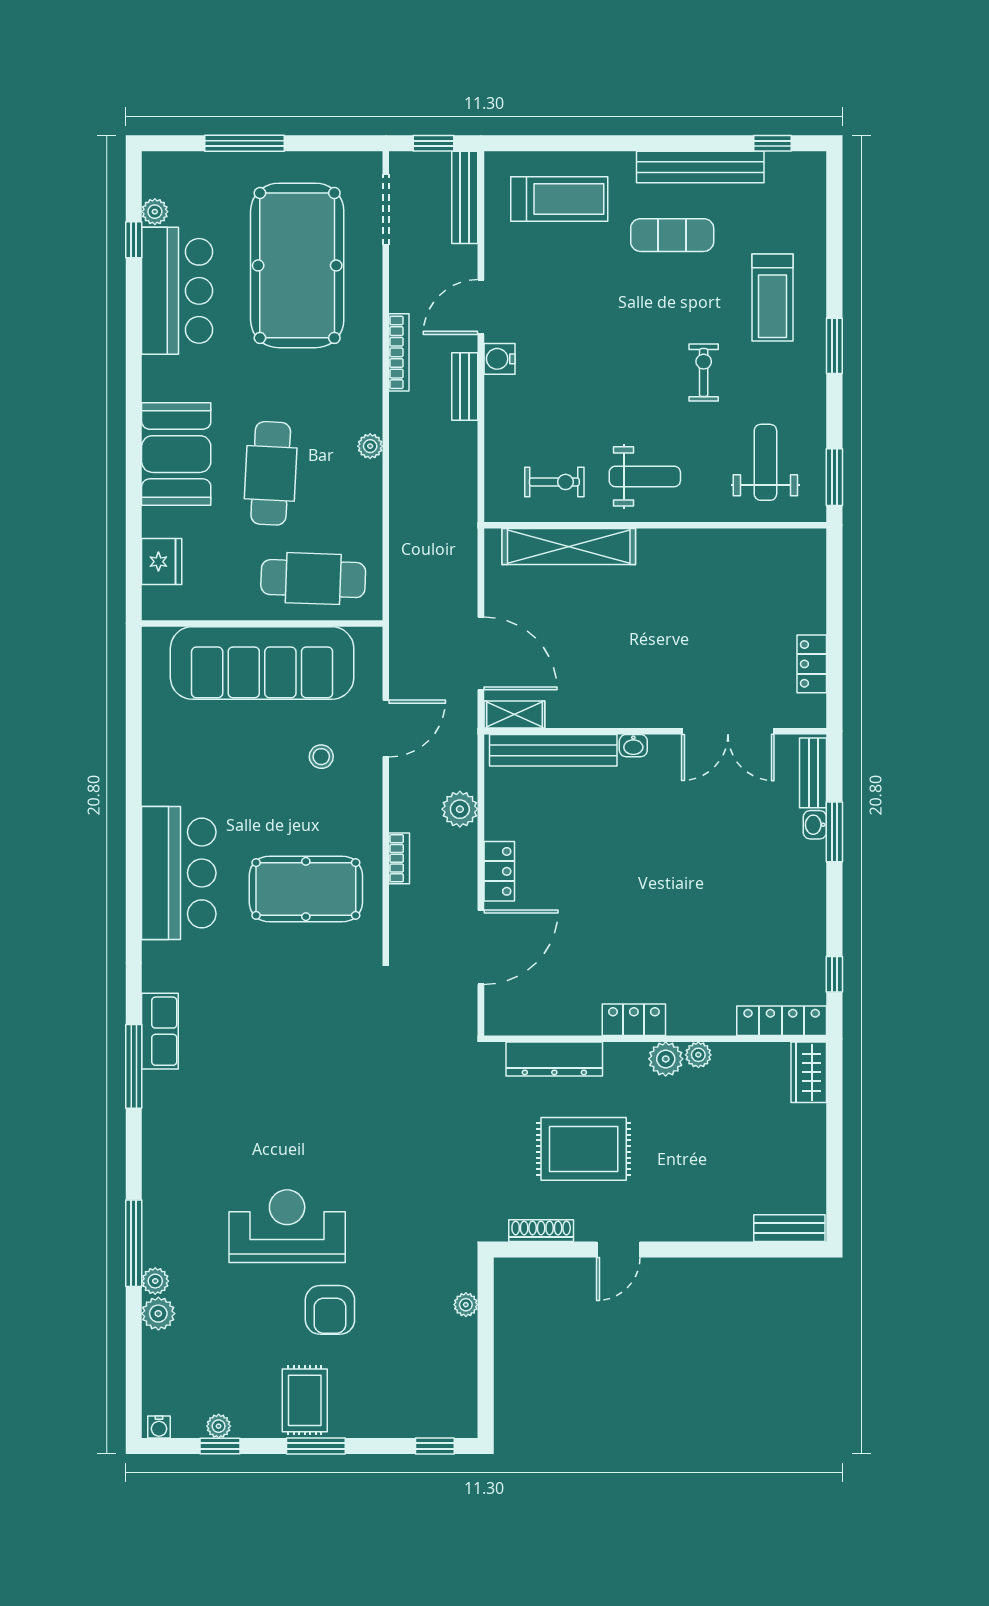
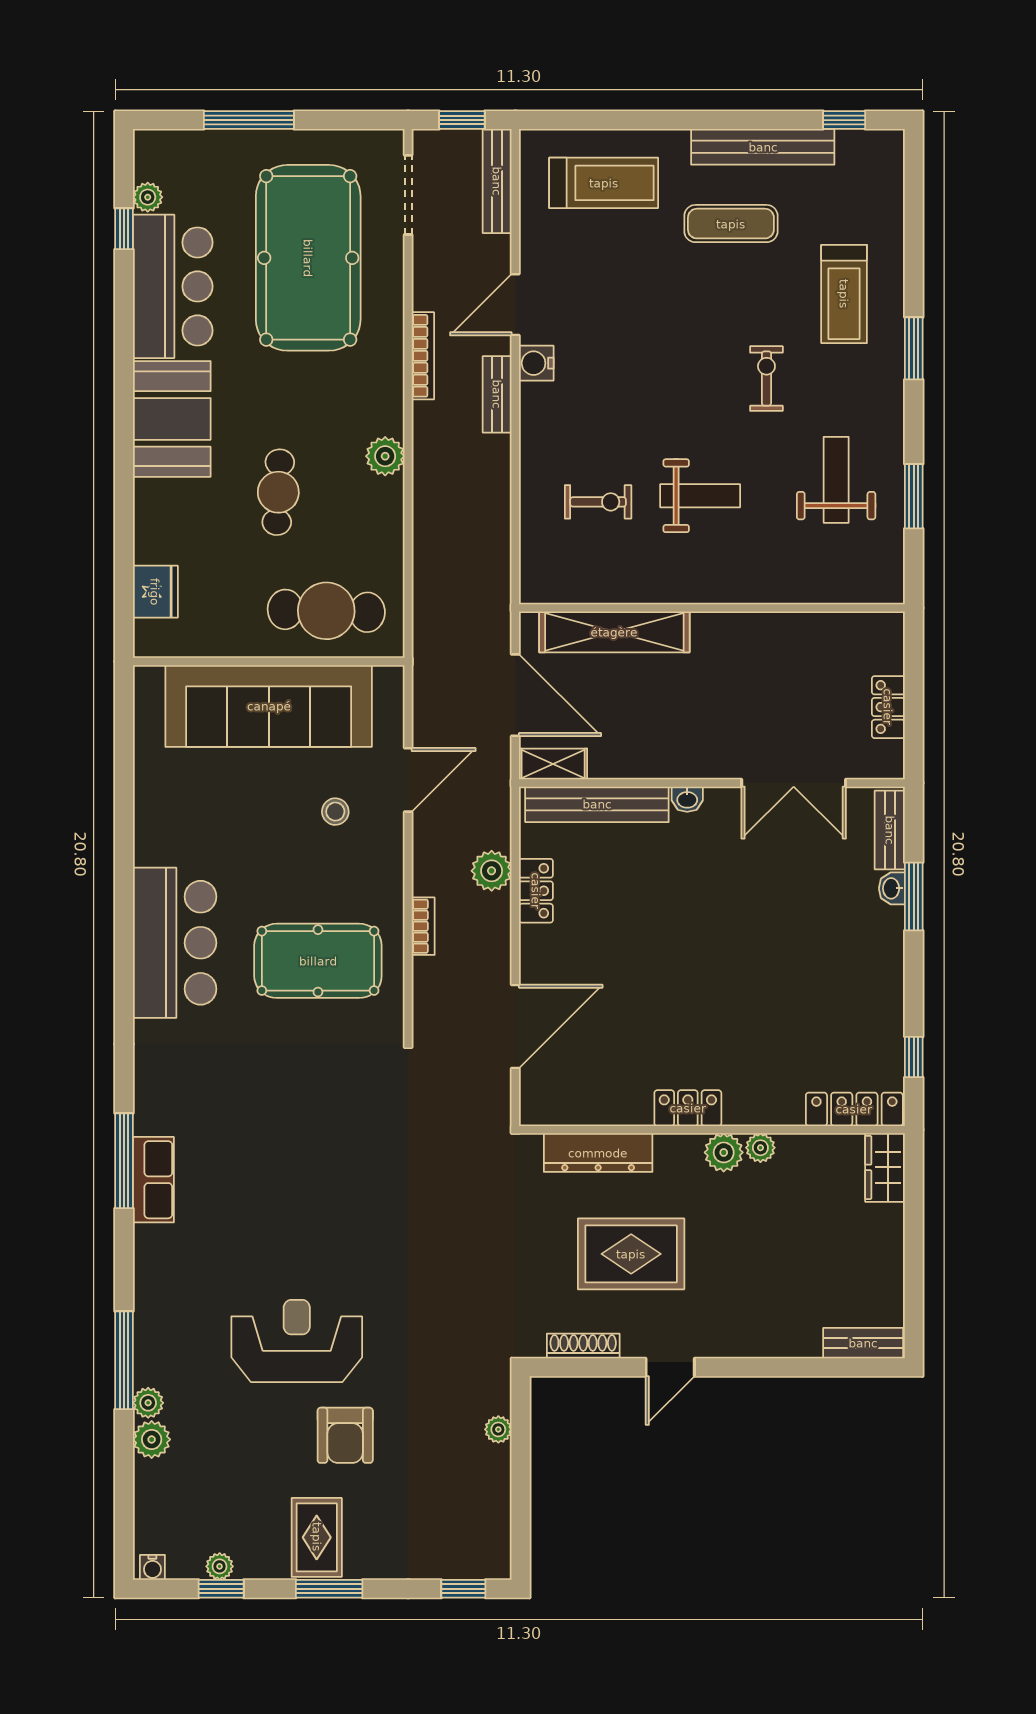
plant: (370, 446) -> (385, 456), width x1.38, depth x1.38
booth: (176, 454) -> (172, 419), moved
cafe table: (271, 473) -> (278, 492), width x0.73, depth x0.74
wall: (655, 525) -> (712, 608), moved
shelving: (569, 547) -> (614, 632), moved
locker: (499, 871) -> (536, 891), moved
row of seats: (160, 1031) -> (153, 1180), moved

